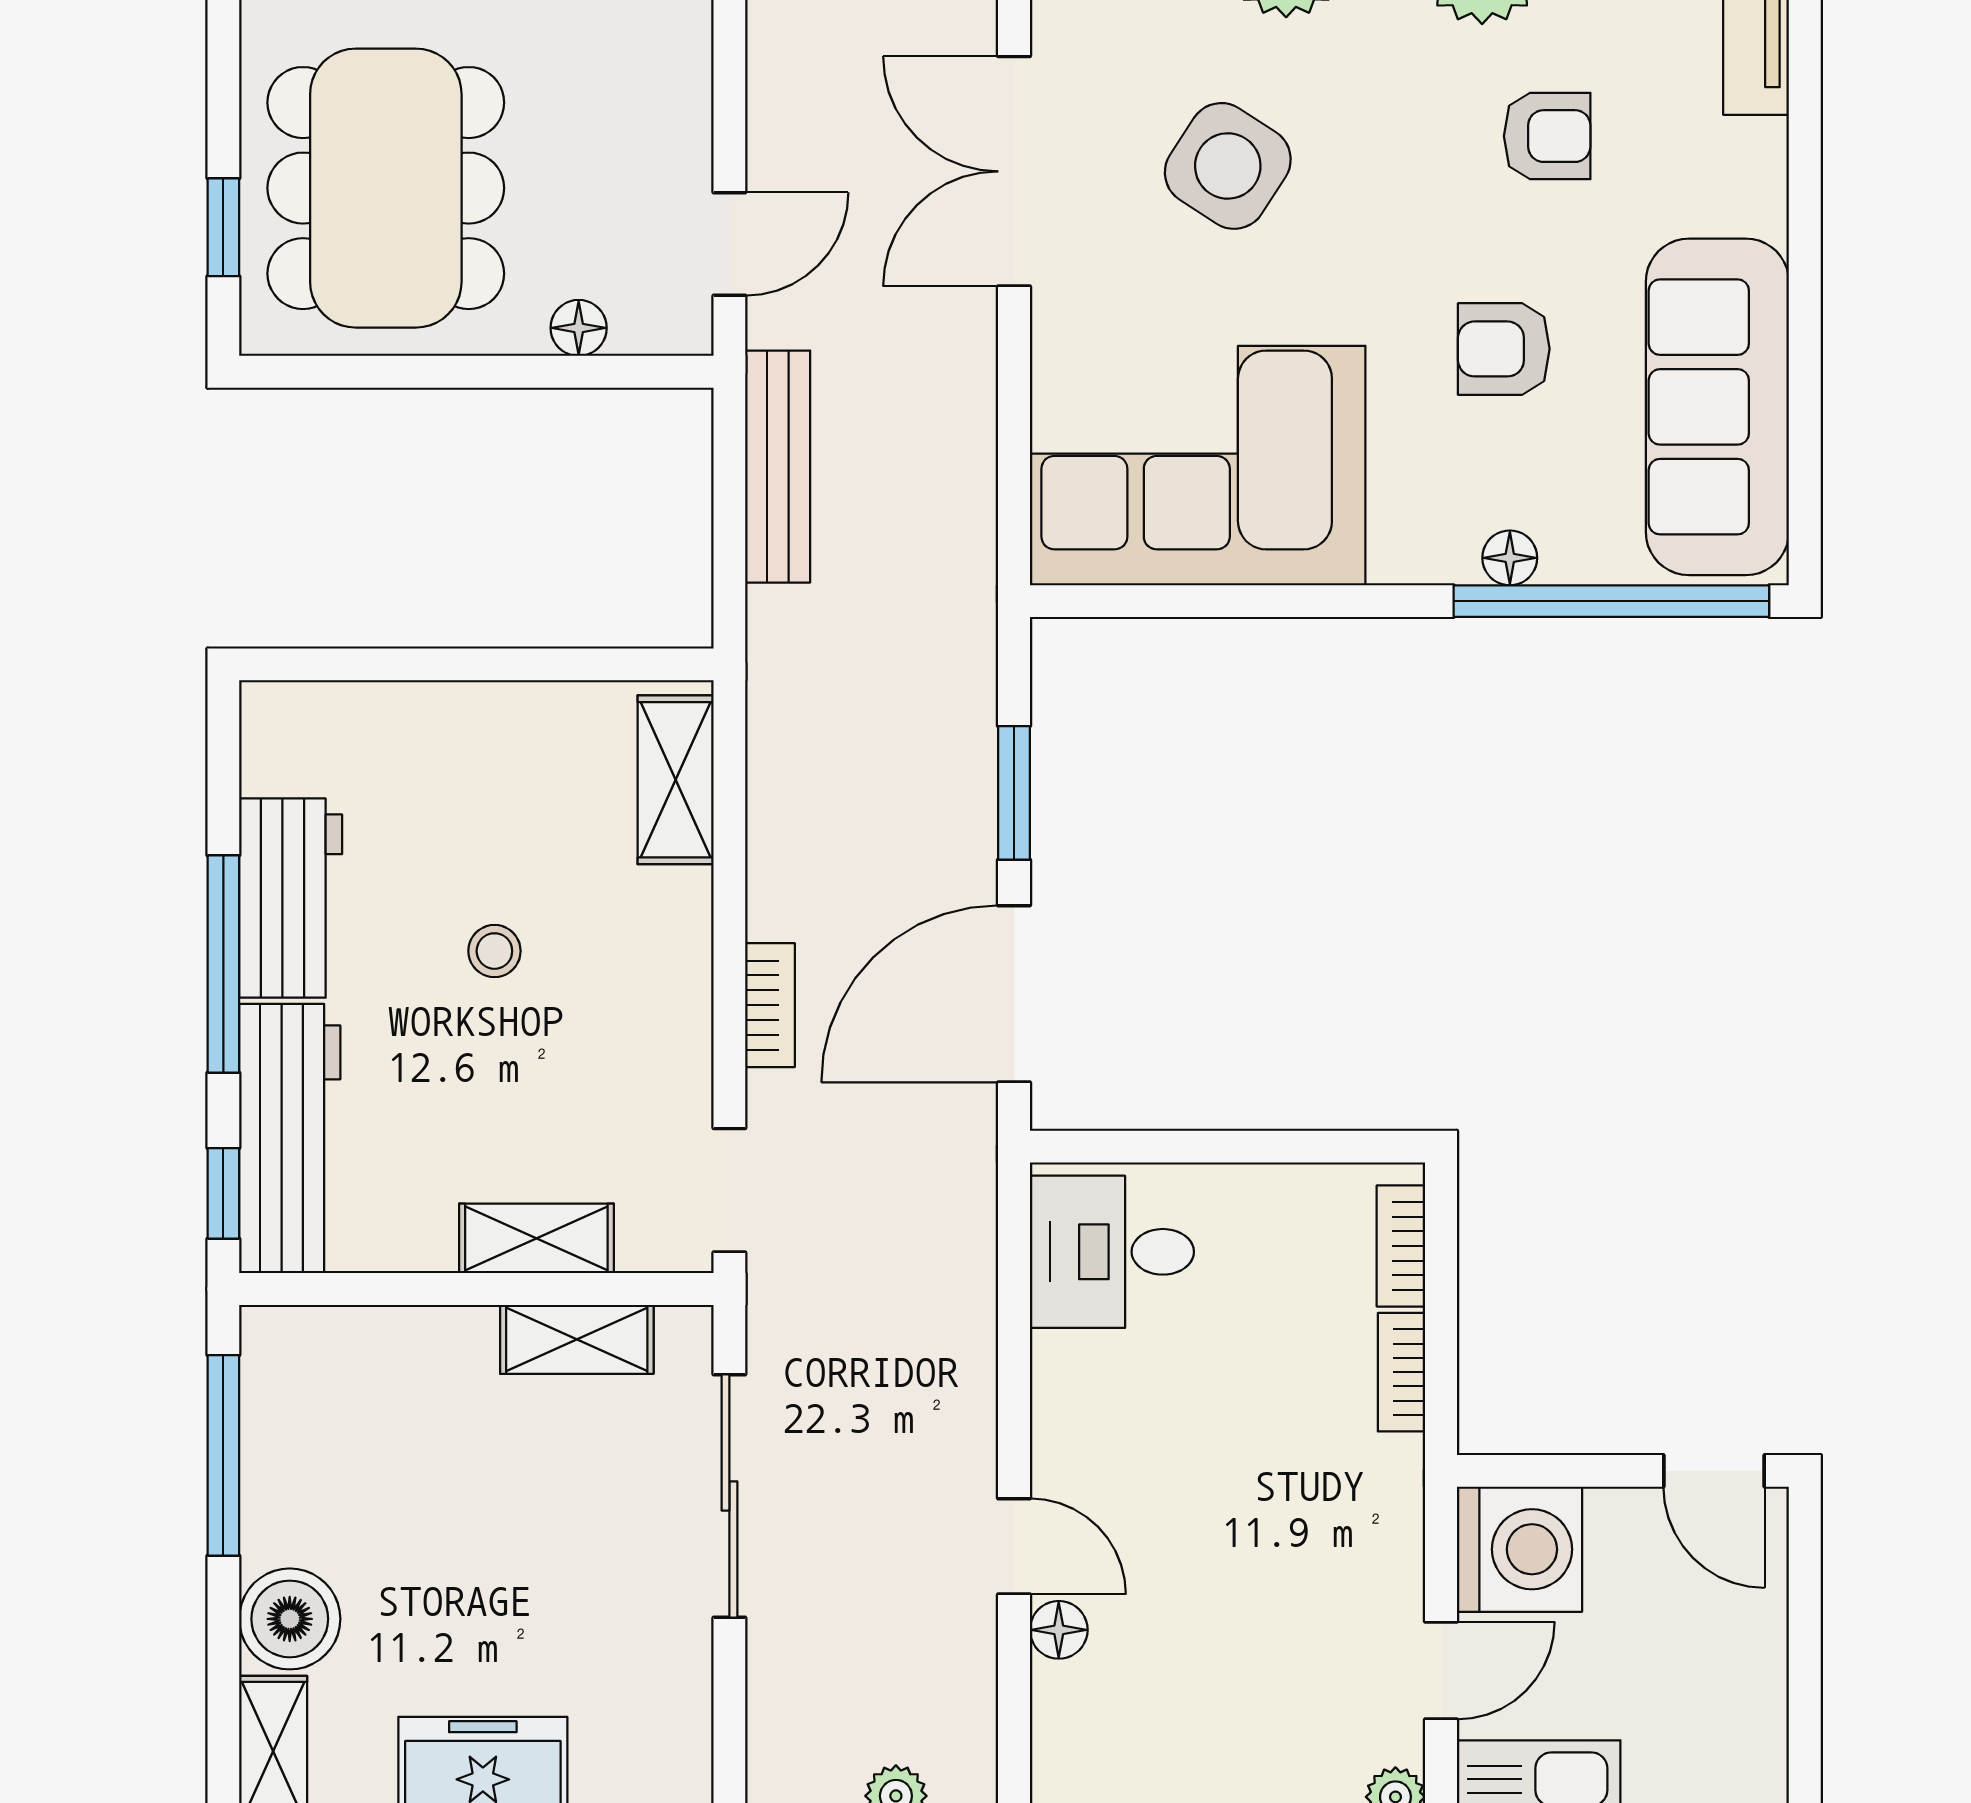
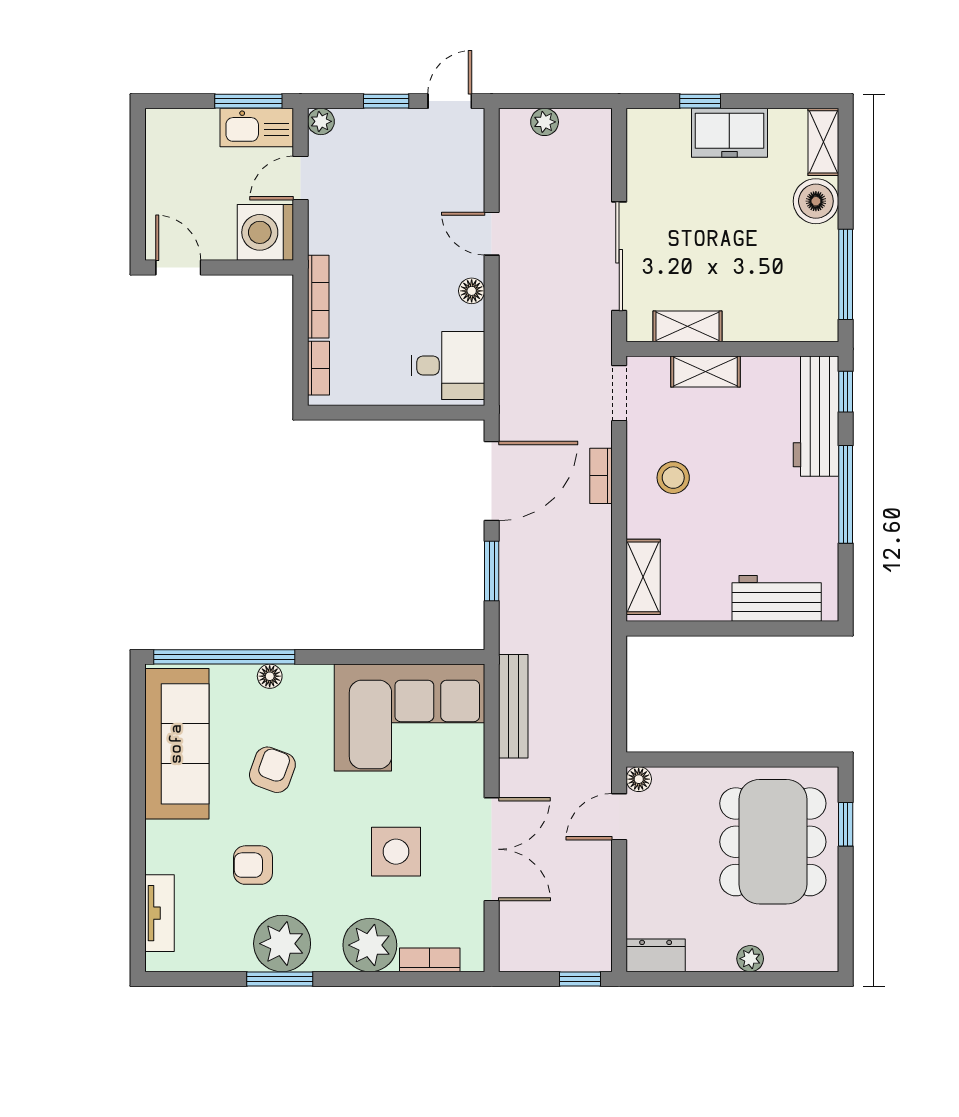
side table: (1228, 166) -> (396, 852), turned -33
floor lamp: (579, 328) -> (639, 779), moved
armchair: (1504, 349) -> (272, 770), turned -70
bench: (778, 467) -> (513, 706), moved
workbench: (291, 898) -> (777, 598), moved, turned 90
stool: (494, 951) -> (673, 478), moved, width x1.37, depth x1.37
bookcase: (1401, 1372) -> (318, 297), width x1.56
floor lamp: (1059, 1630) -> (472, 291), moved

